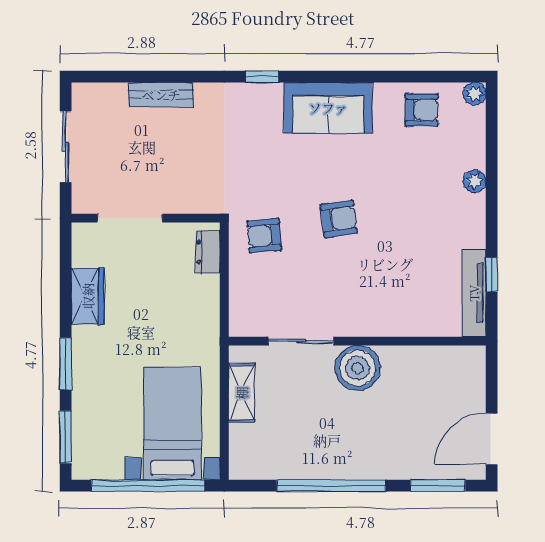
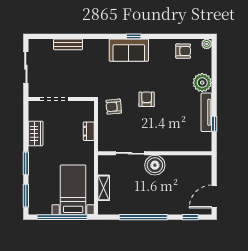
window: (262, 77) -> (134, 36), moved
sofa: (328, 108) -> (129, 50), moved
plant: (475, 181) -> (202, 83), width x1.87, depth x1.87
armchair: (339, 219) -> (147, 99), turned -82
dresser: (208, 252) -> (89, 131), moved
tv unit: (474, 293) -> (206, 112), moved
shelving: (242, 393) -> (104, 188), moved
window: (438, 486) -> (190, 217), width x0.67

